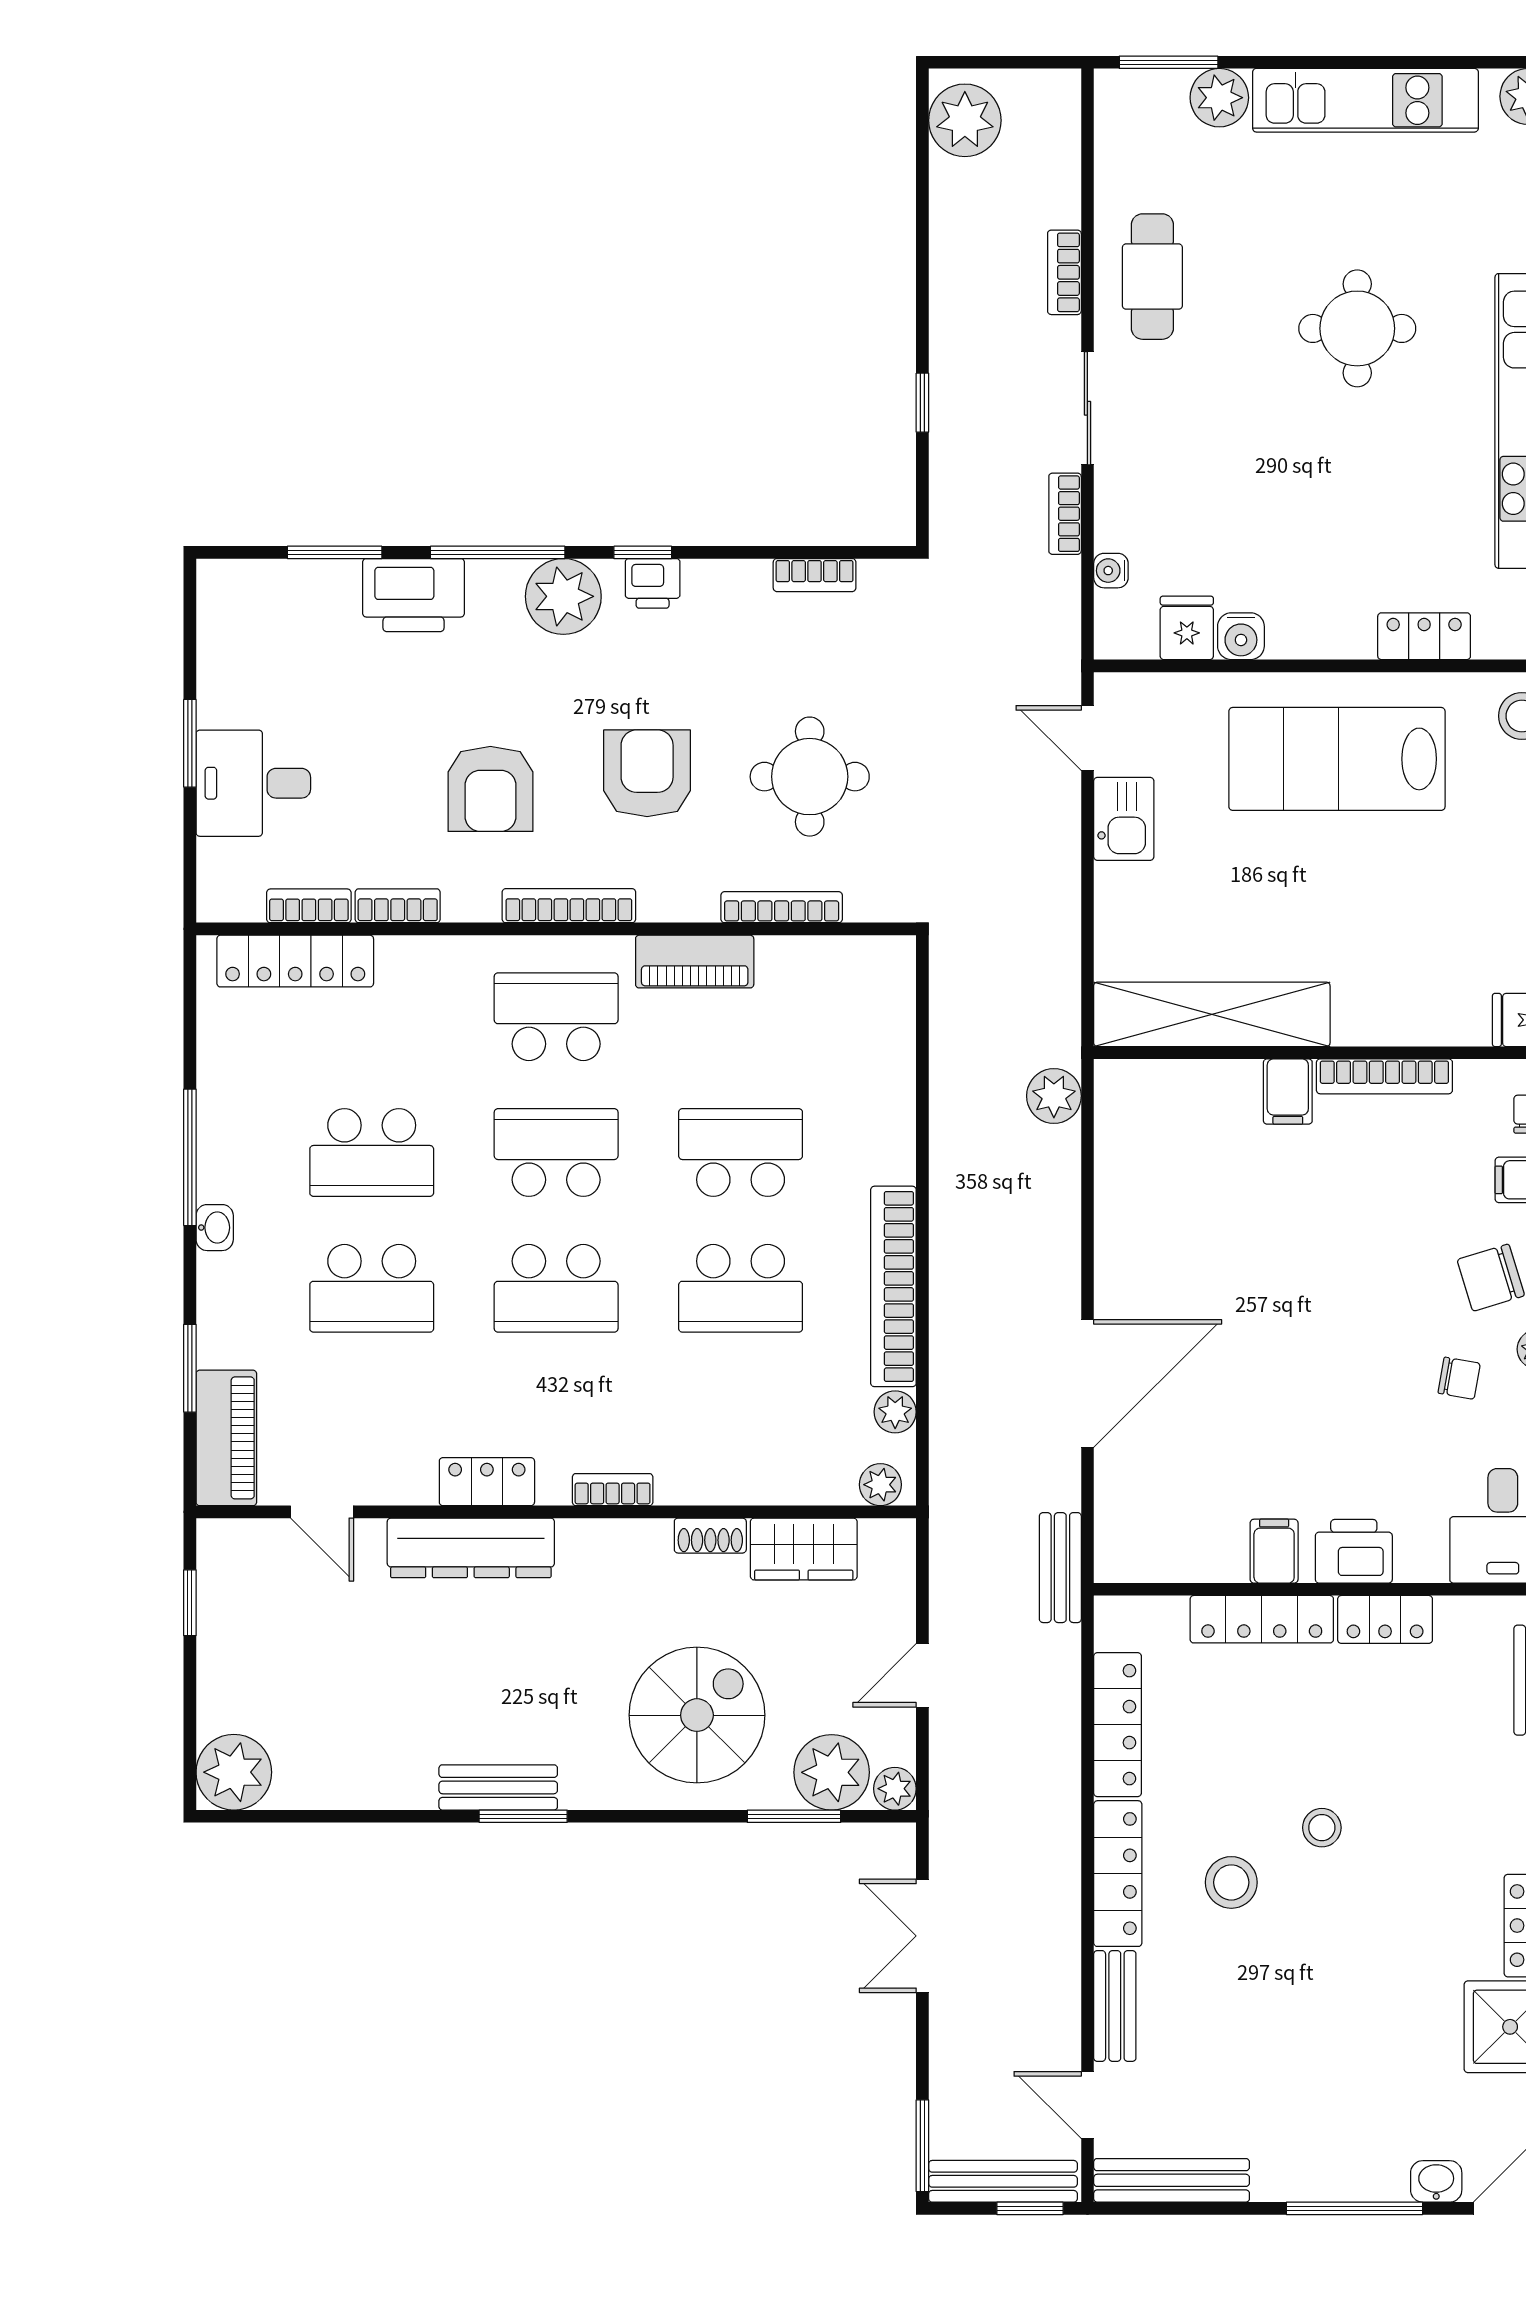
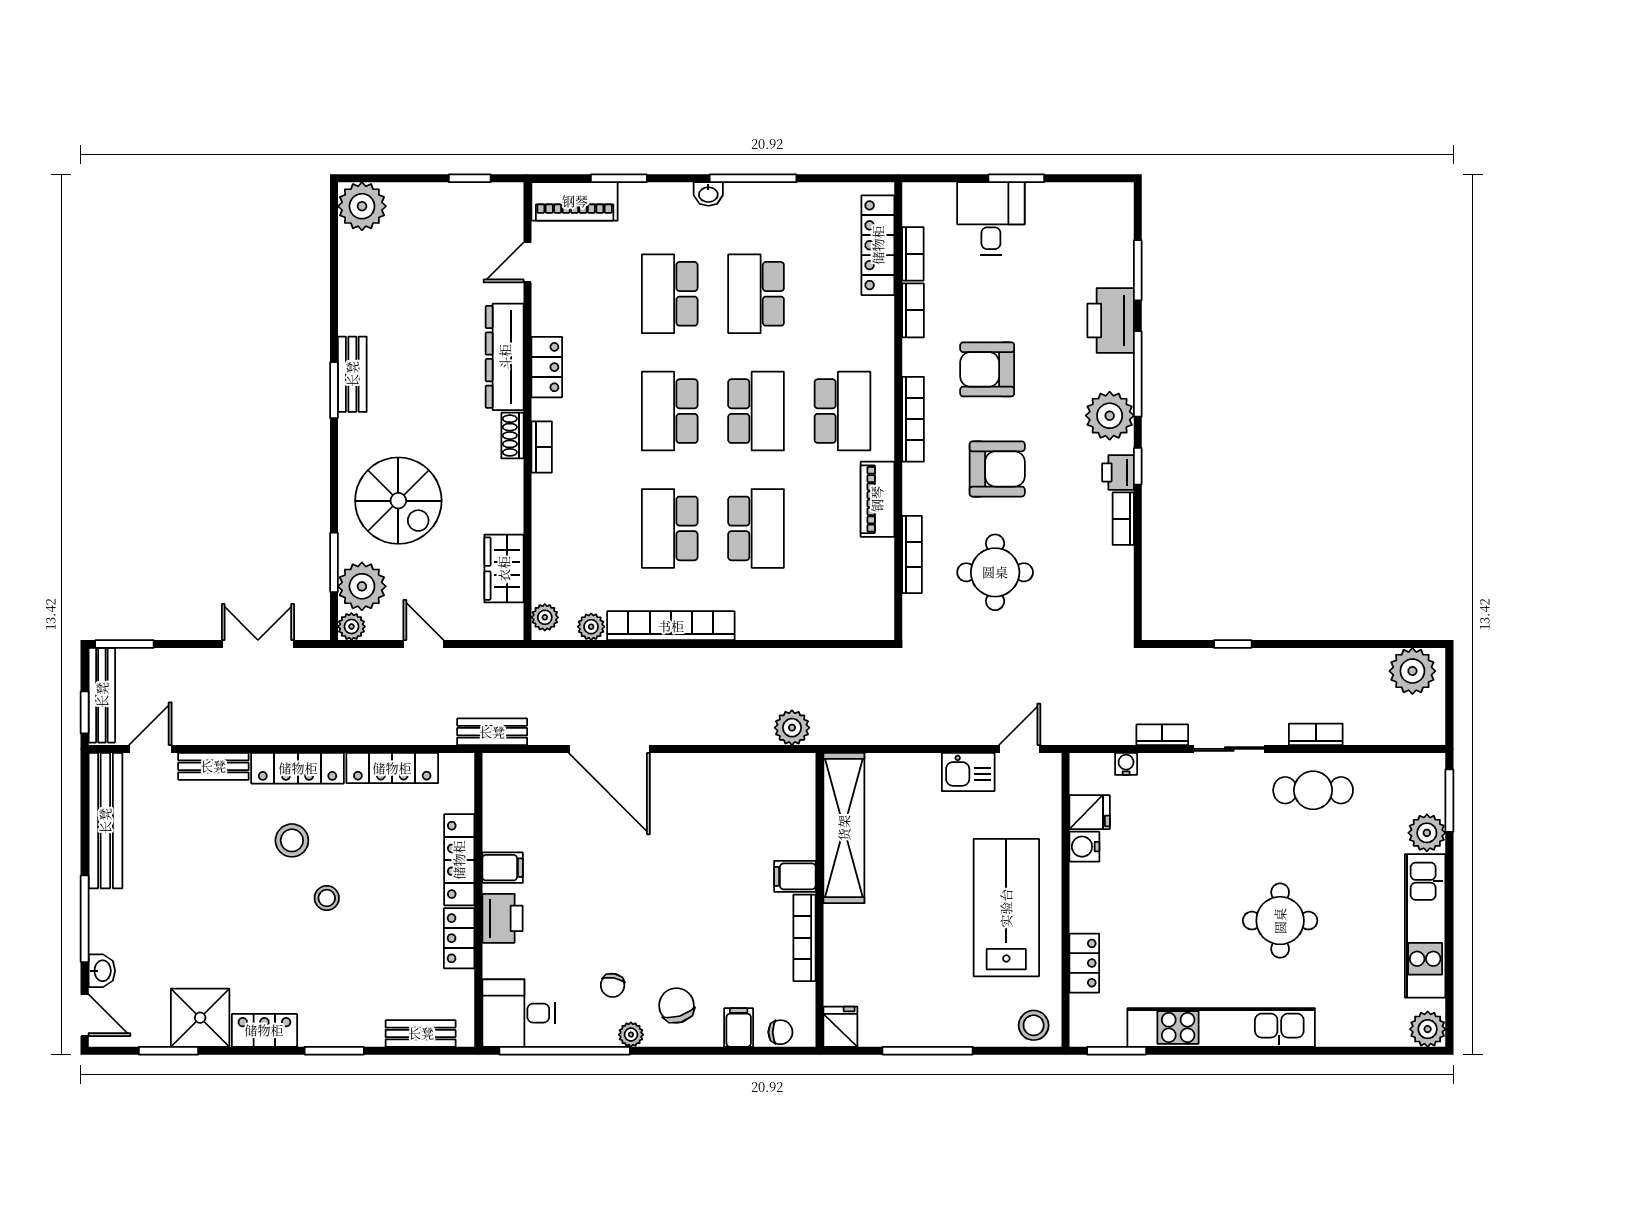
bookcase: (815, 575) -> (1123, 519), moved
shoe rack: (710, 1536) -> (512, 436), moved
bench: (1172, 2180) -> (105, 821), width x1.37, depth x1.21

